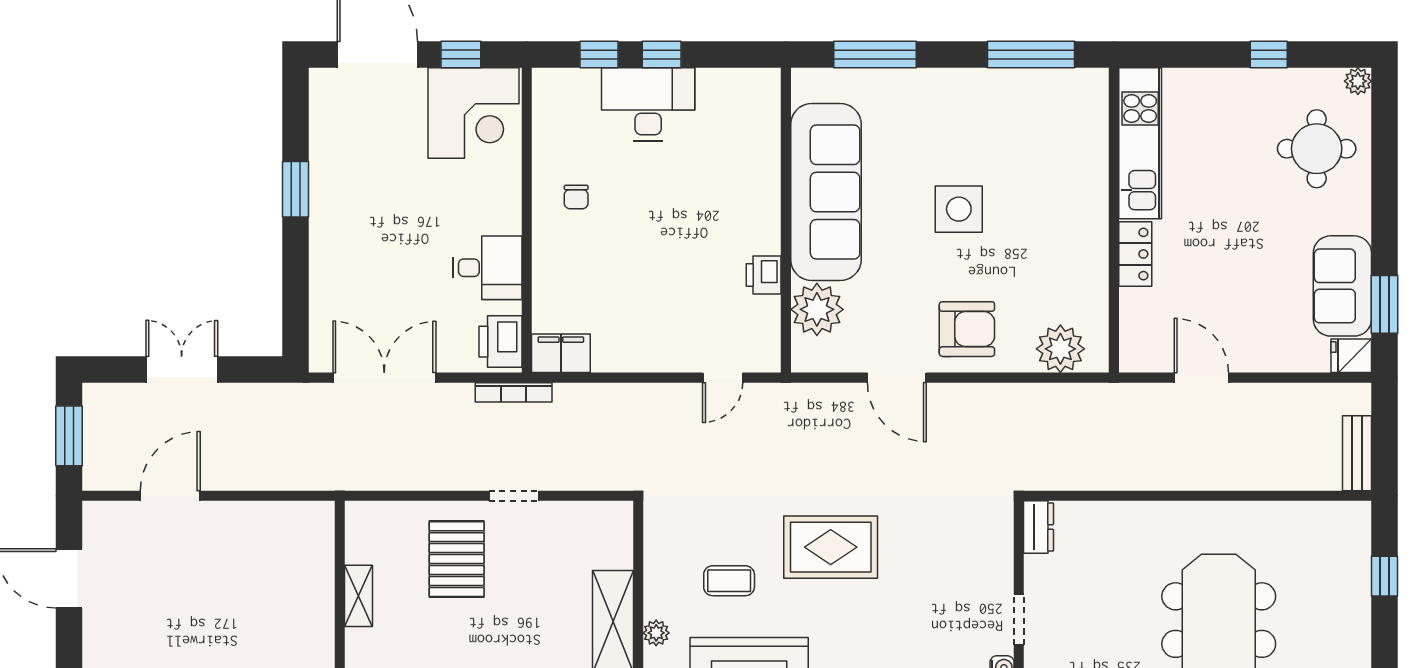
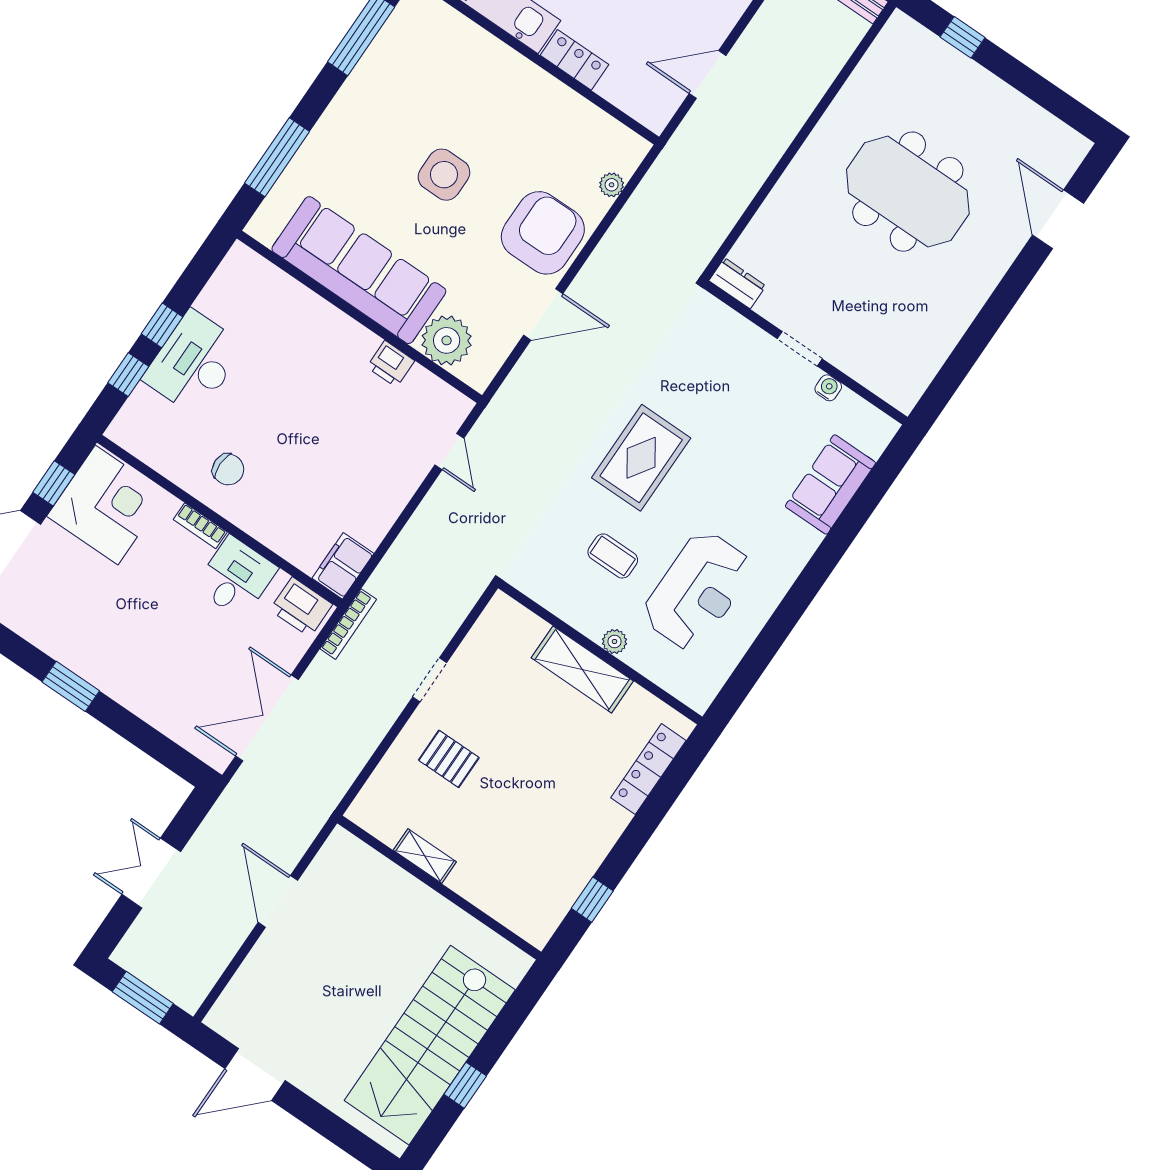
chair: (576, 197) -> (228, 469), width x1.37, depth x1.37
bookcase: (511, 206) -> (200, 526), added
armchair: (967, 329) -> (543, 233), width x1.36, depth x1.36
plant: (1060, 349) -> (612, 185), width x0.53, depth x0.53
door: (170, 496) -> (278, 901), moved
pallet: (457, 559) -> (449, 759), width x0.67, depth x0.71
coffee table: (729, 581) -> (613, 556), turned 90

